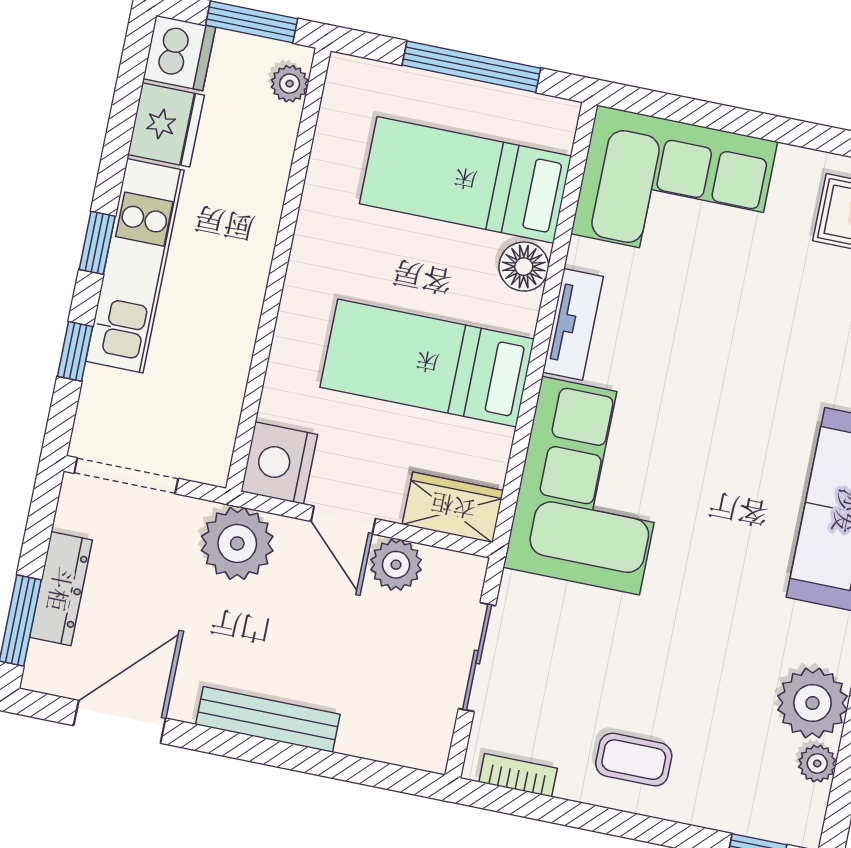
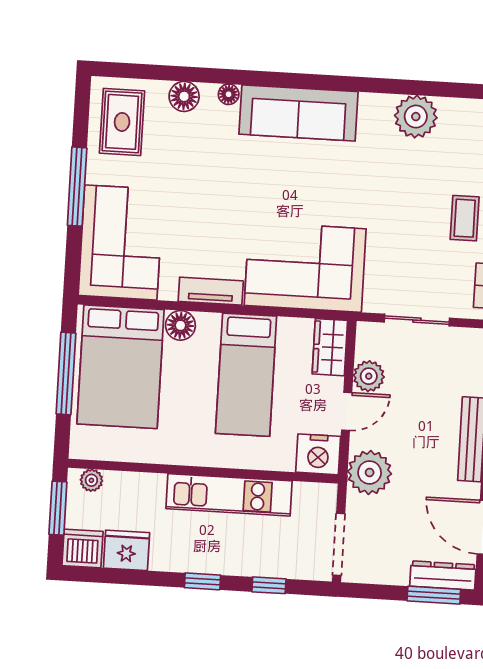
window: (777, 129) -> (77, 187), added
bed: (465, 180) -> (120, 367), width x1.50
kitchen unit: (135, 266) -> (229, 495), moved, turned 180
dresser: (61, 589) -> (443, 575), moved
plant: (817, 763) -> (451, 109), removed

